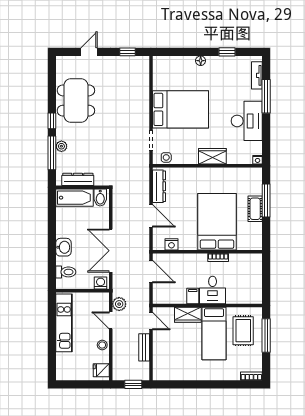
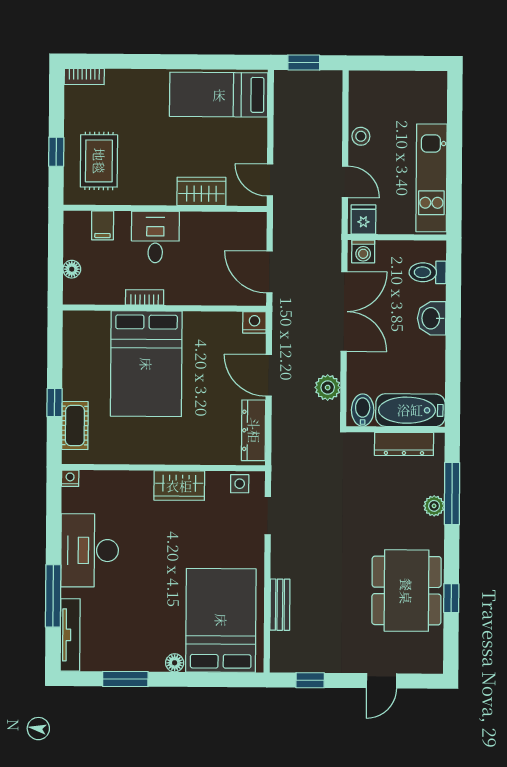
window: (227, 52) -> (125, 679), width x1.50
tv unit: (257, 75) -> (70, 635), width x1.41
bed: (180, 109) -> (221, 620), moved, turned 90
window: (52, 121) -> (451, 598), moved
wardrobe: (212, 156) -> (179, 486), moved
window: (266, 200) -> (54, 403), width x0.46
cot: (255, 209) -> (75, 426), moved
nightstand: (171, 244) -> (254, 322), moved
floor lamp: (257, 272) -> (72, 269), added
filing cabinet: (193, 296) -> (103, 225), moved
plant: (119, 304) -> (328, 388), moved
bed: (214, 333) -> (219, 95), moved, turned -90
window: (266, 336) -> (56, 152), width x0.46
bench: (144, 347) -> (280, 605), moved
fridge: (101, 370) -> (363, 219), moved, turned -90

